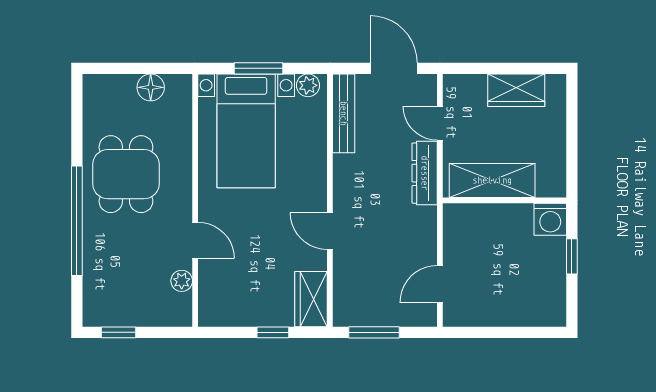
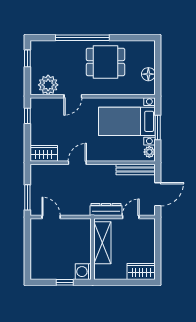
wardrobe: (516, 90) -> (141, 271), moved, turned 90
plant: (182, 281) -> (48, 85), width x1.87, depth x1.87
window: (273, 332) -> (27, 116), moved
window: (374, 332) -> (27, 197), moved

